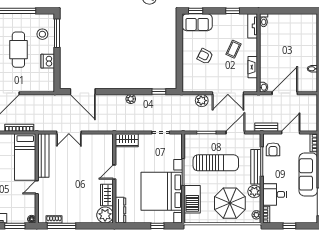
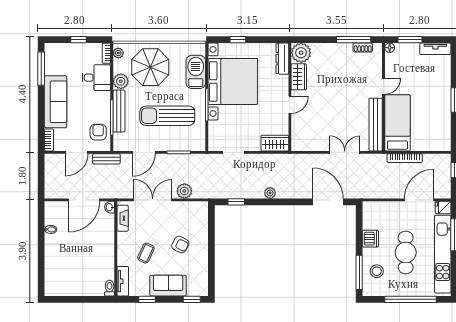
sofa: (197, 22) -> (168, 286), moved
fireplace: (253, 67) -> (123, 218), moved

